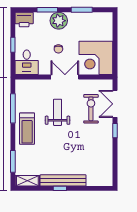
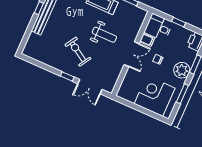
corner desk: (96, 58) -> (155, 96), moved
filing cabinet: (44, 68) -> (147, 40), added
double door: (115, 104) -> (90, 87), swing flipped
exercise bike: (91, 109) -> (78, 52), moved, turned -148

